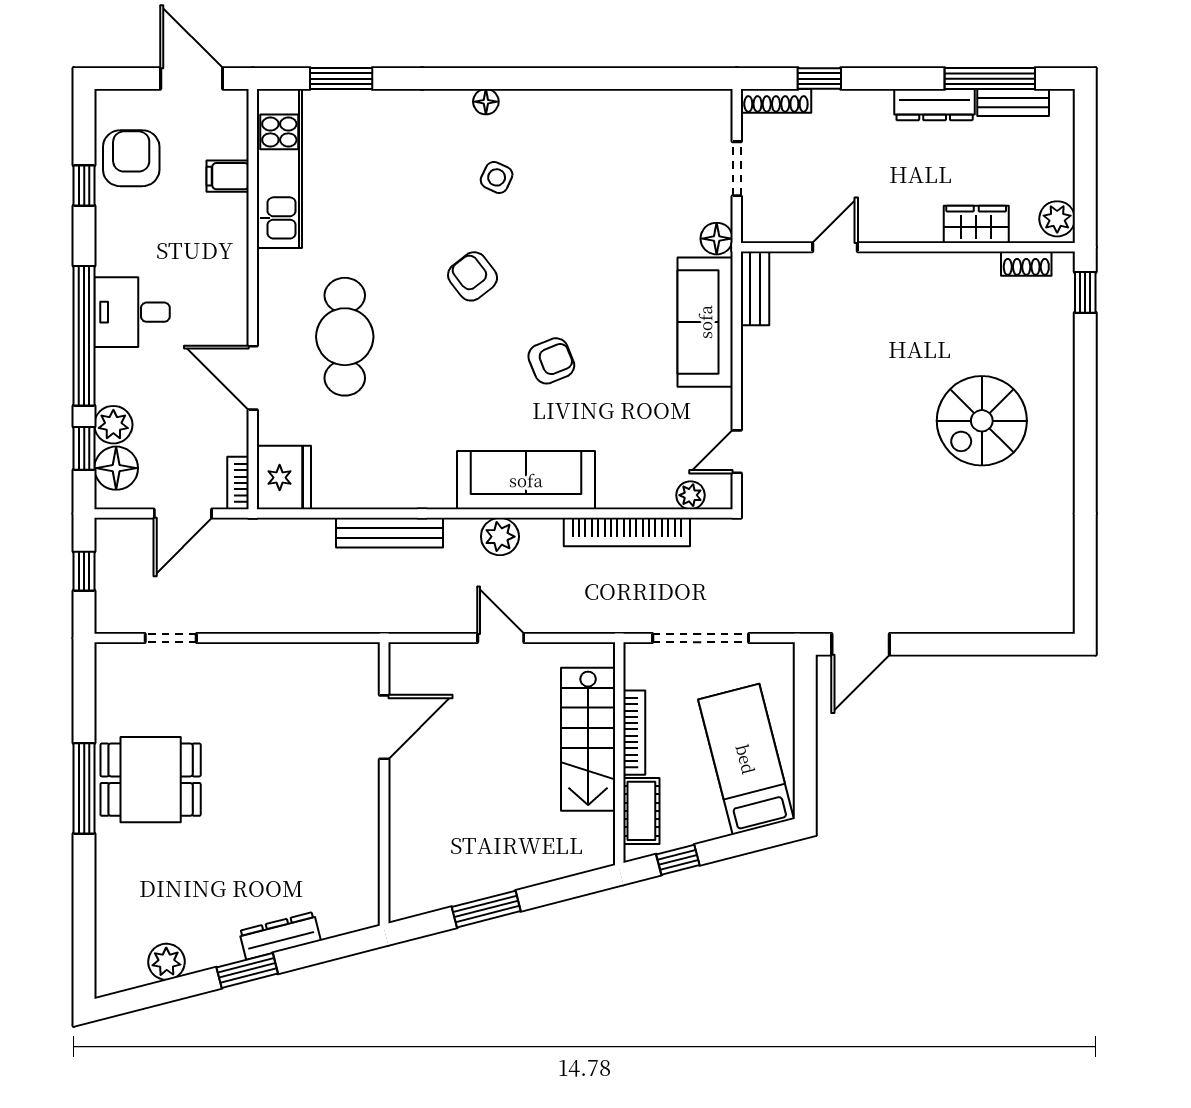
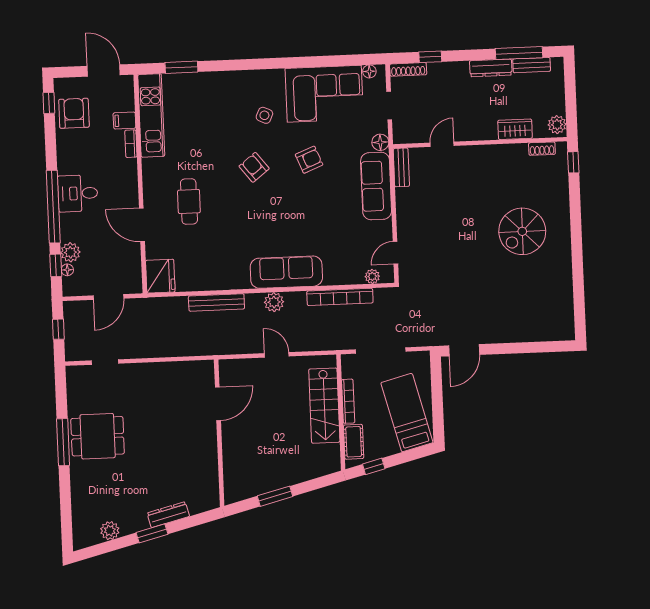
floor lamp: (486, 102) -> (369, 71), moved
corner sofa: (613, 141) -> (324, 94), added
window: (84, 186) -> (49, 103), moved
cafe table: (345, 337) -> (189, 201), width x0.73, depth x0.74
armchair: (551, 361) -> (309, 160), moved
floor lamp: (116, 468) -> (67, 270), width x0.53, depth x0.53
bookcase: (238, 483) -> (131, 144), moved

